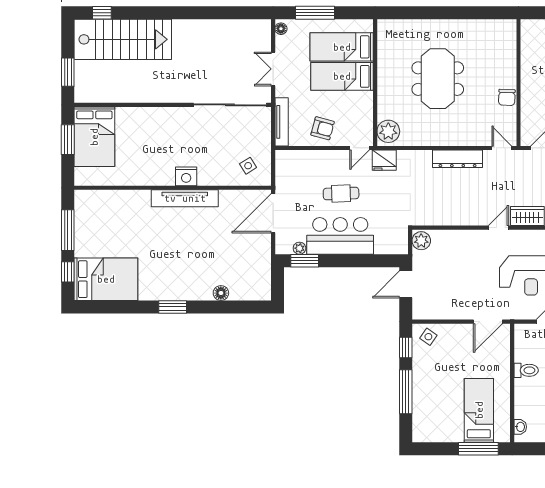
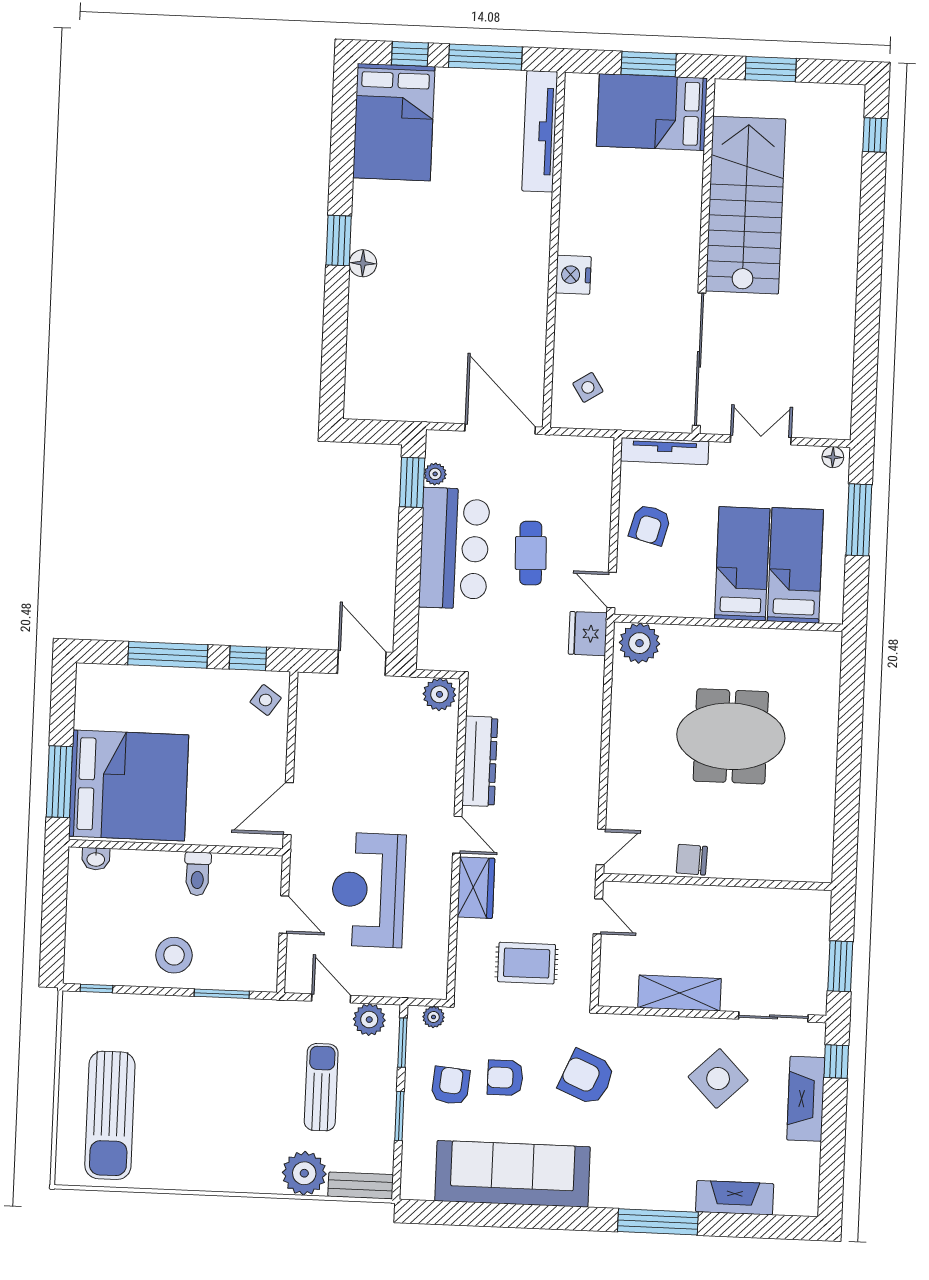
stairs: (123, 39) -> (746, 205), moved, turned 180
dresser: (458, 159) -> (480, 761), moved, turned 180
tv unit: (185, 198) -> (540, 131), moved
floor lamp: (221, 293) -> (363, 263), moved
door: (488, 322) -> (288, 809), hinge flipped
bed: (479, 410) -> (129, 786), width x2.04

